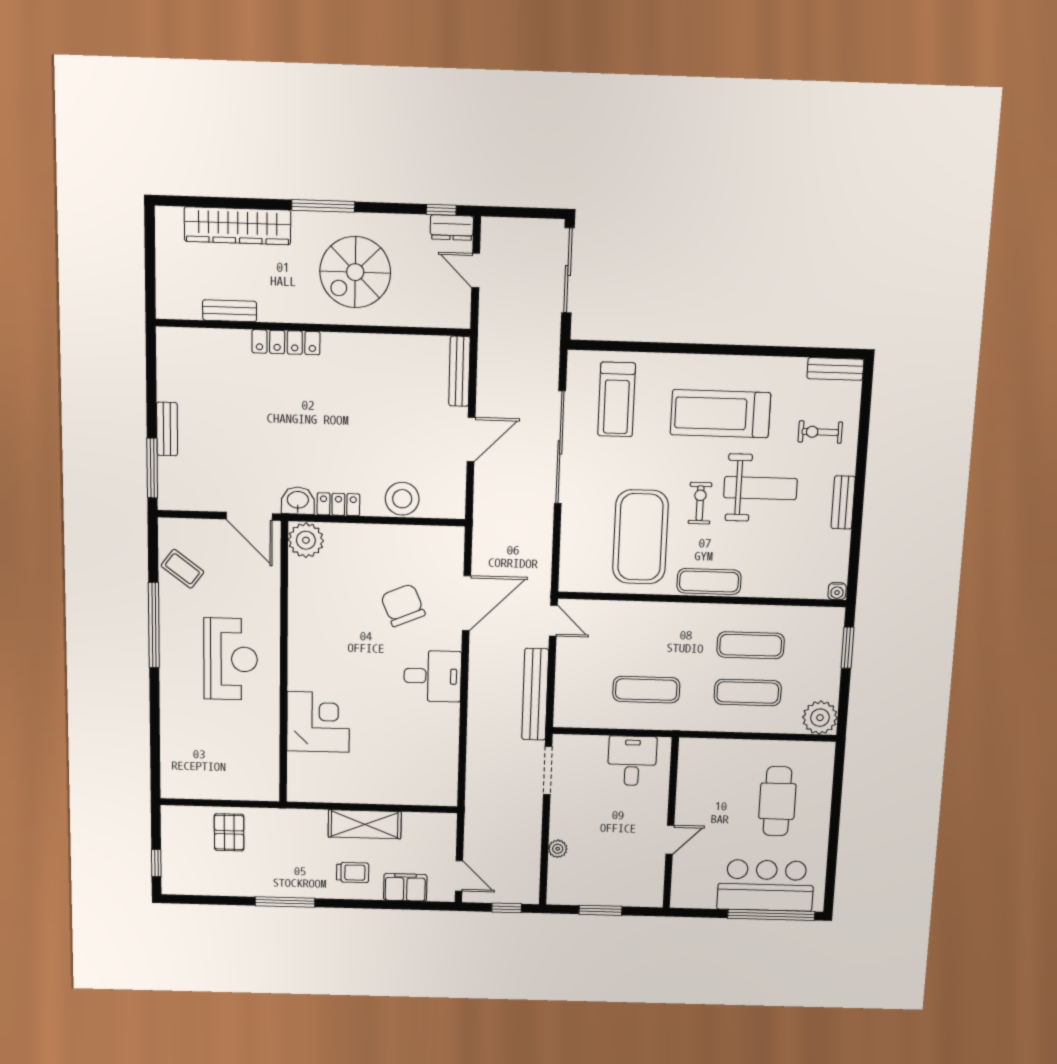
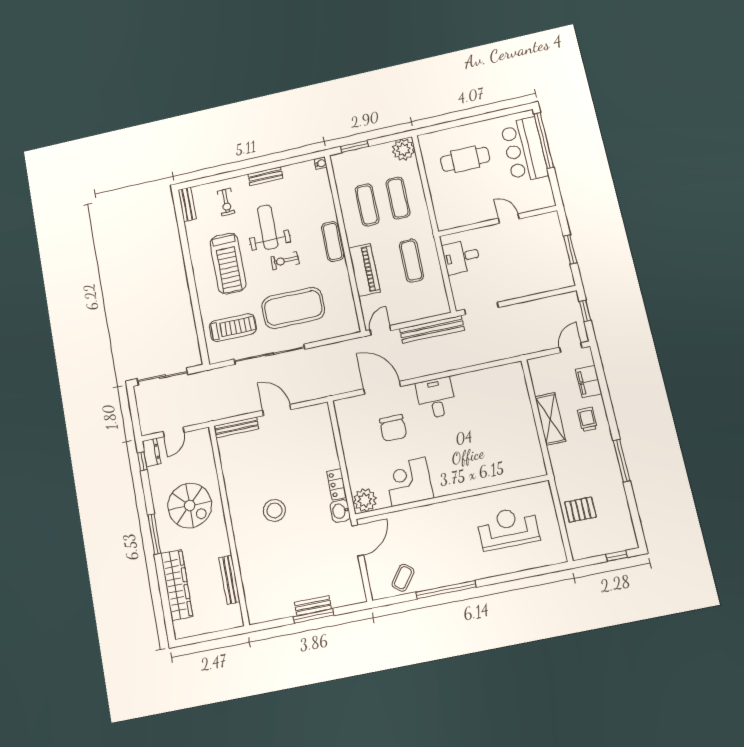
bench: (230, 311) -> (230, 580), width x1.36
locker: (286, 342) -> (241, 540), removed
window: (152, 468) -> (314, 616), moved
stool: (402, 499) -> (274, 511), moved
exercise mat: (640, 537) -> (293, 308), moved
chair: (403, 605) -> (393, 428), turned -67
piano: (651, 618) -> (364, 270), added
reception desk: (231, 659) -> (508, 528), moved
corner desk: (318, 722) -> (409, 482), moved
plant: (558, 849) -> (534, 288), removed

